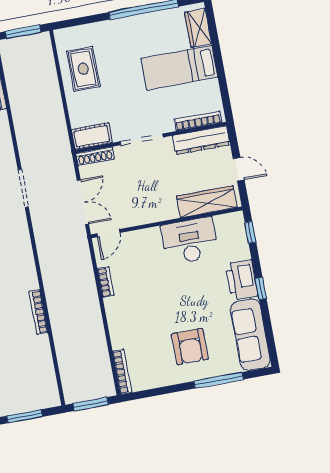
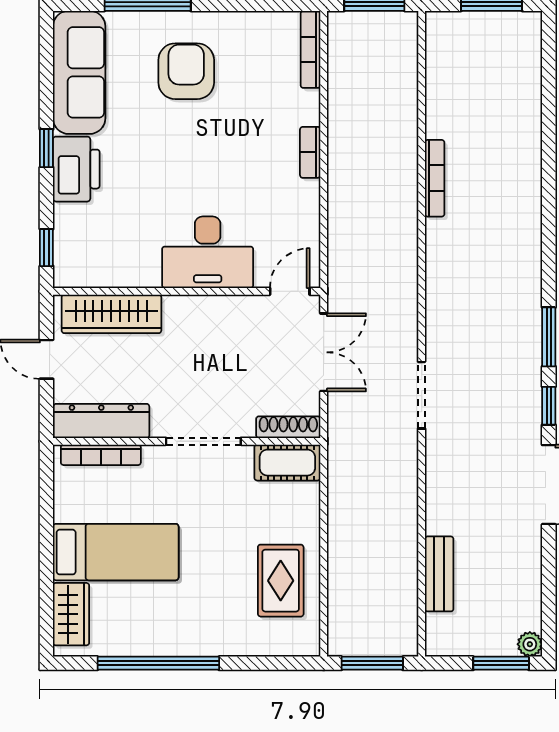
double door: (83, 202) -> (324, 352), swing flipped
desk: (190, 241) -> (208, 252), moved
bookcase: (106, 282) -> (310, 152), moved

